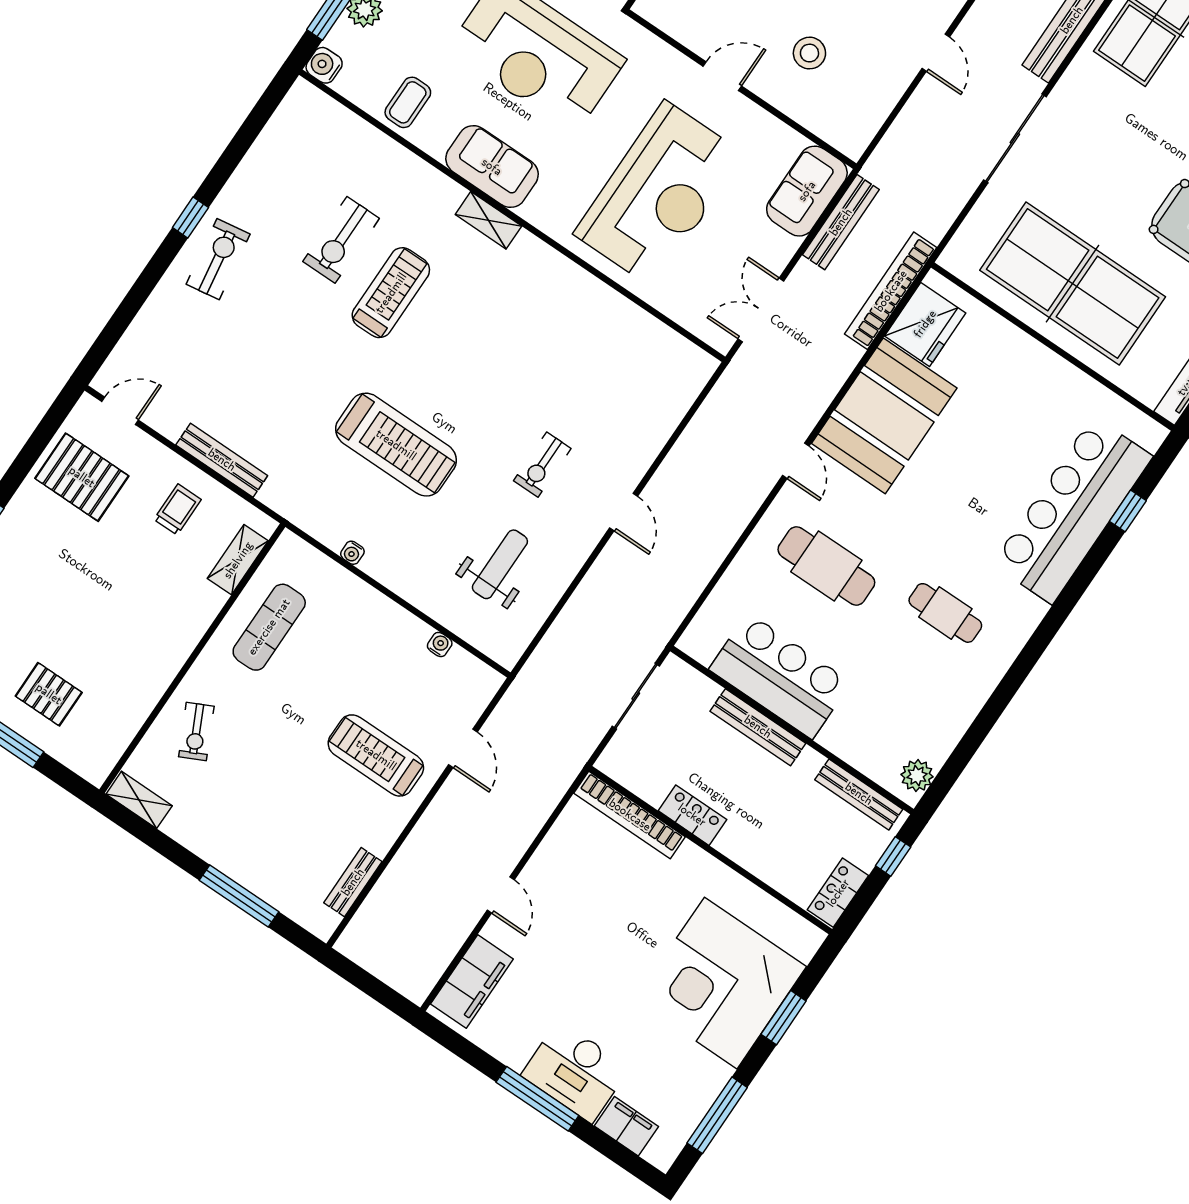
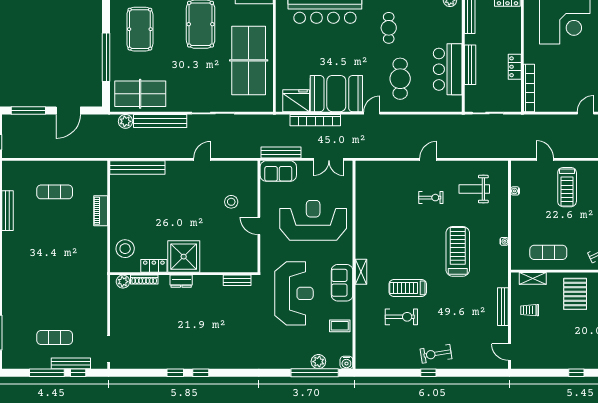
bookcase: (891, 291) -> (315, 120), moved
pallet: (82, 477) -> (575, 294), moved
door: (463, 748) -> (545, 159), hinge flipped

